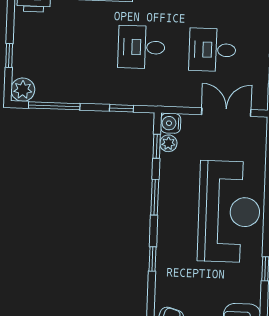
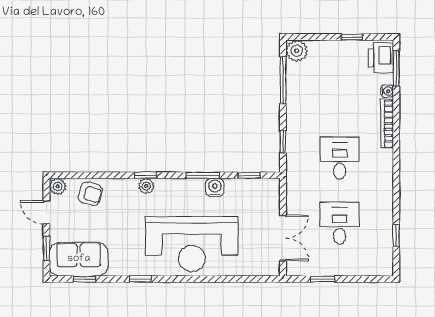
window: (9, 56) -> (352, 37), moved
water cooler: (171, 123) -> (215, 187), moved
plant: (168, 143) -> (146, 186), moved

